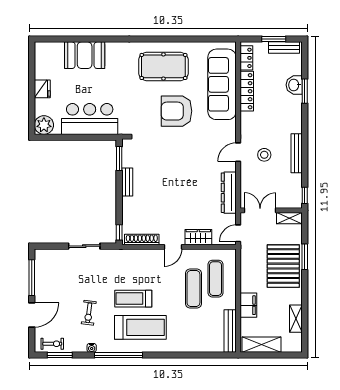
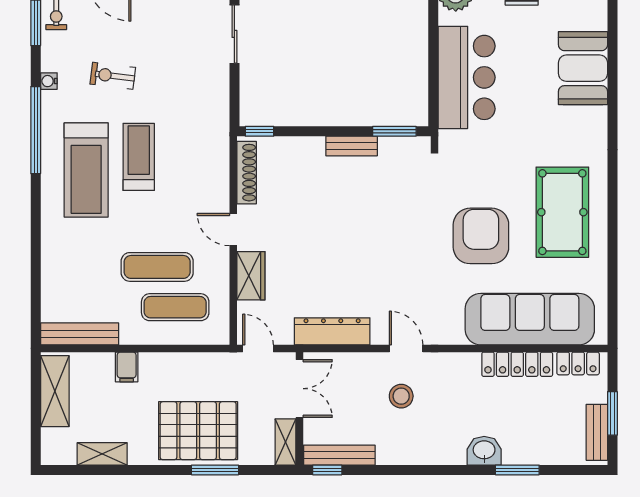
washbasin: (294, 85) -> (484, 451), moved
bench: (297, 153) -> (339, 455), moved
sliding door: (84, 246) -> (234, 34), moved
filing cabinet: (248, 305) -> (127, 367), width x0.50

